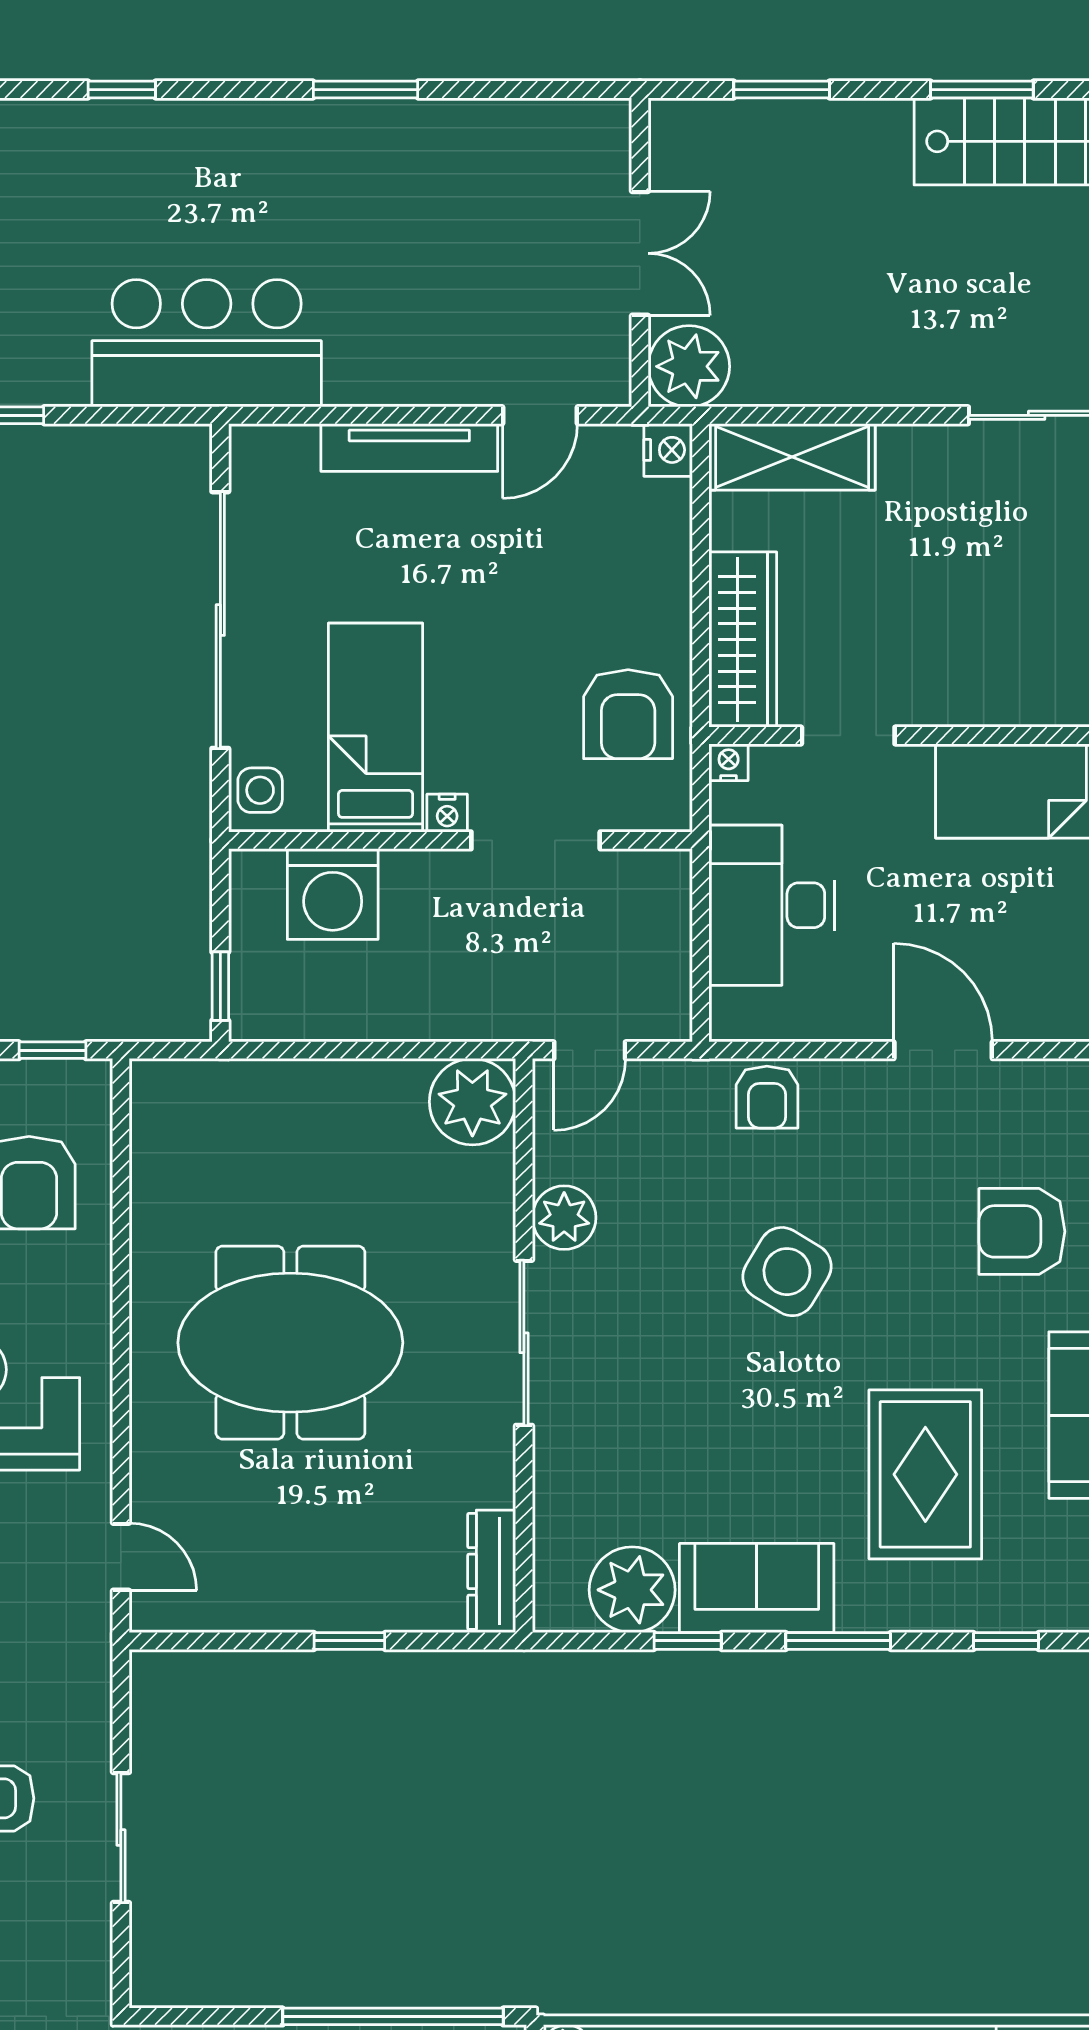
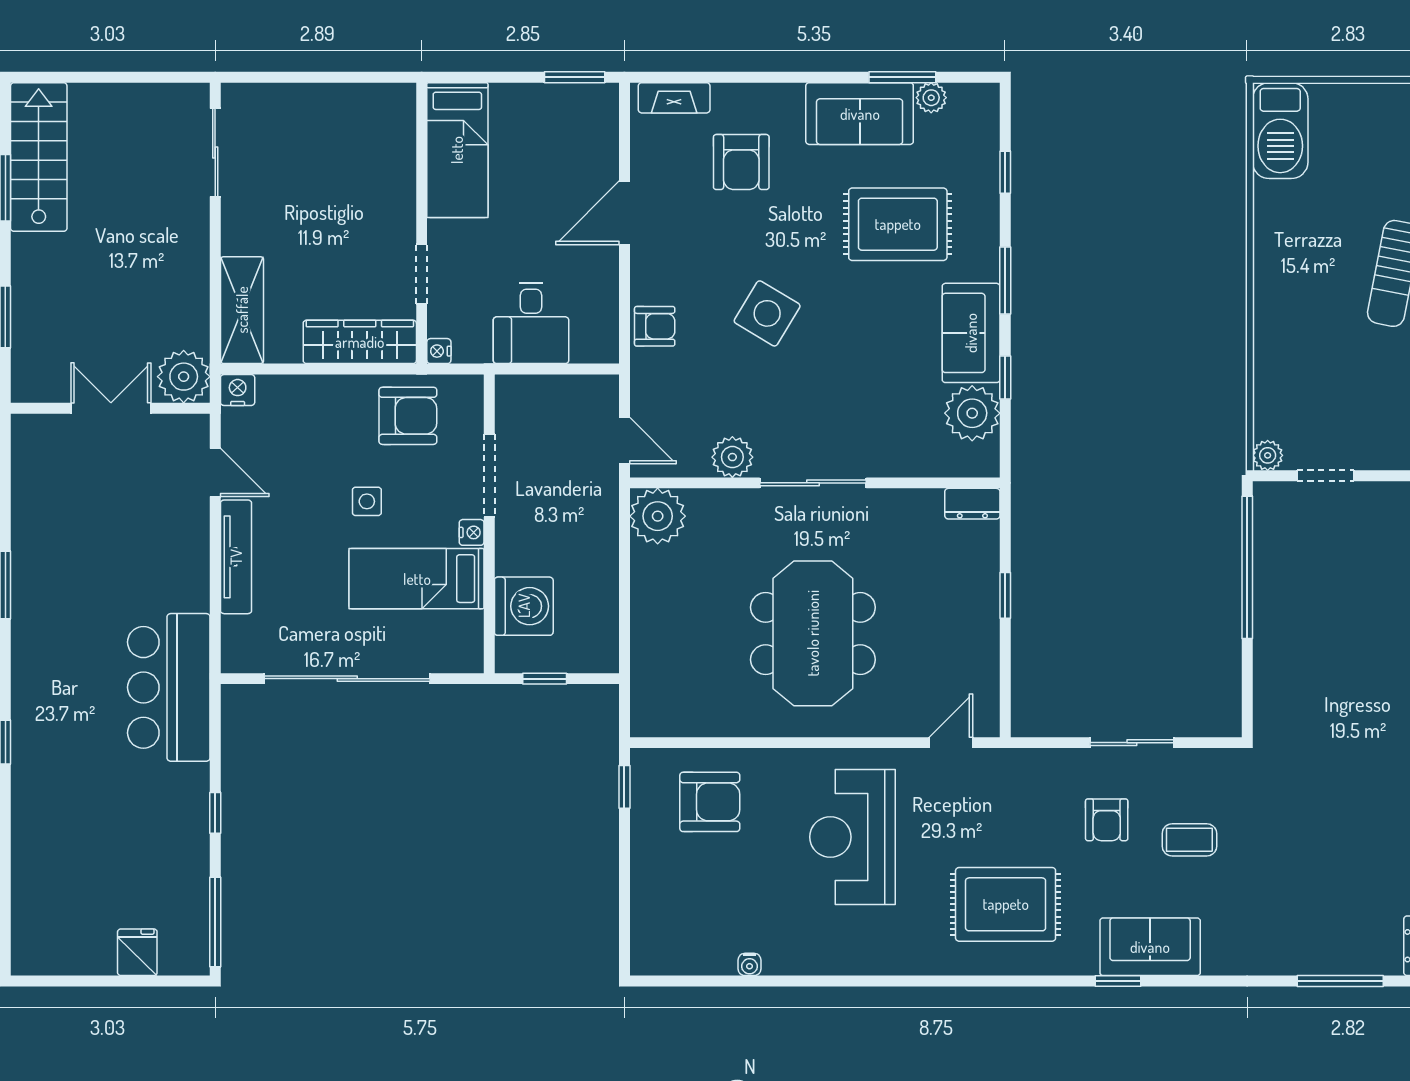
side table: (260, 790) -> (367, 501), moved
desk: (772, 905) -> (531, 323), width x0.73
window: (220, 986) -> (545, 679), moved
dresser: (492, 1571) -> (972, 504), width x0.70

